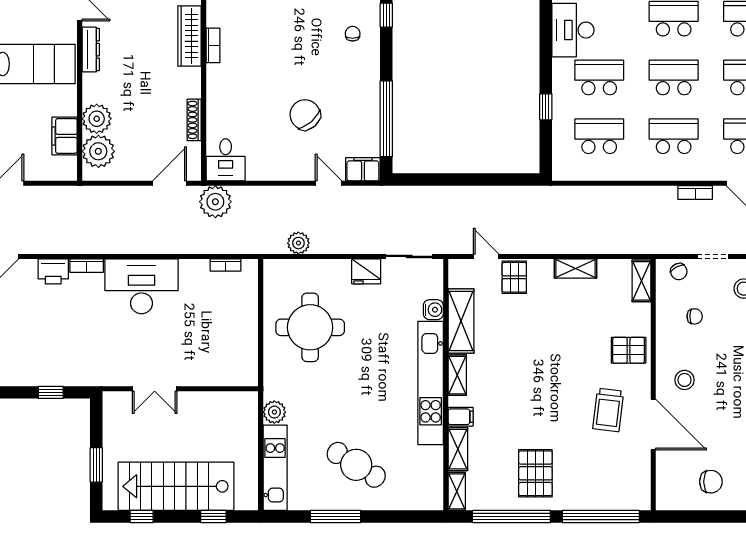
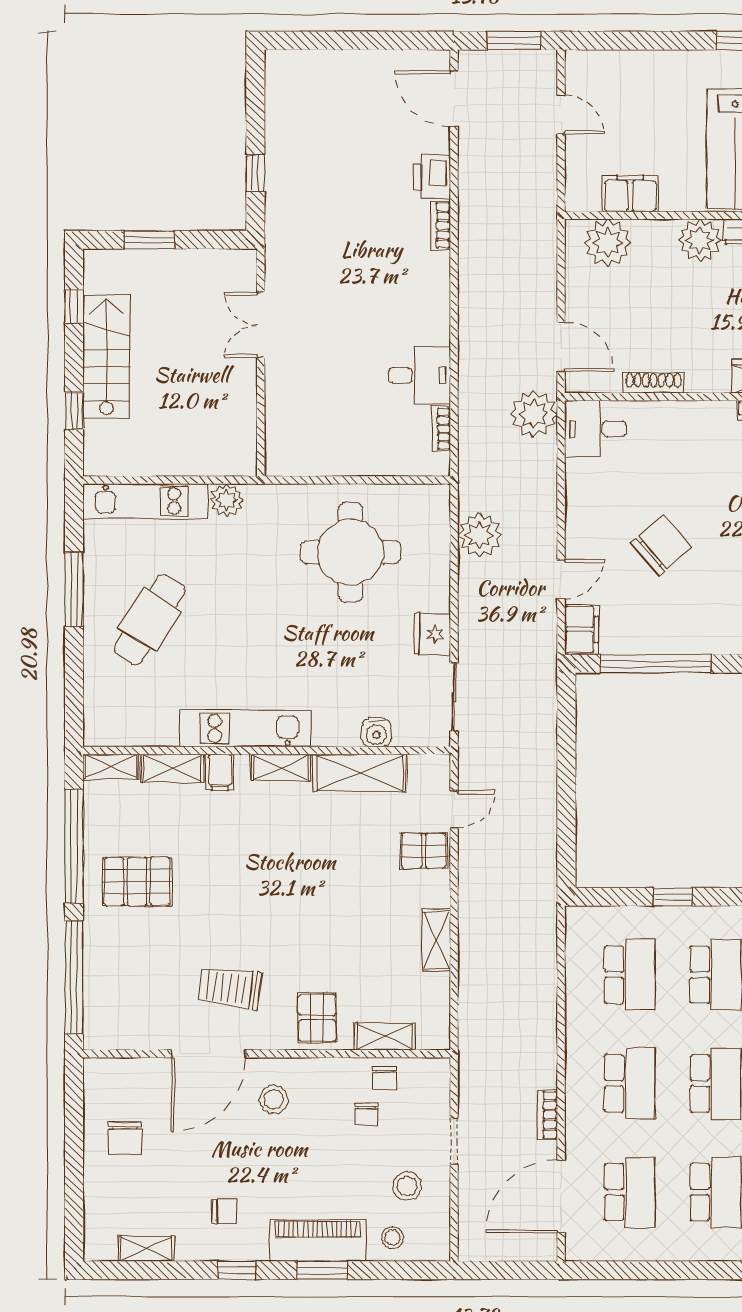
plant: (97, 119) -> (700, 240), moved
plant: (298, 243) -> (480, 535), width x1.36, depth x1.36
chair: (679, 272) -> (384, 1078), moved, turned -62
shelving: (641, 281) -> (384, 1036), moved
desk: (142, 286) -> (420, 375), moved, width x0.53, depth x0.77
kitchen unit: (431, 383) -> (245, 728), width x0.73
stairs: (176, 486) -> (106, 356), width x0.73, depth x0.66

